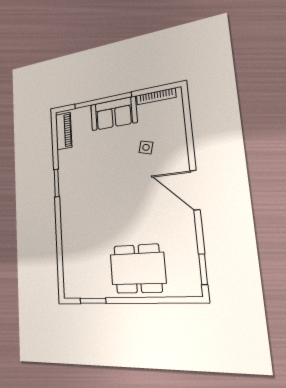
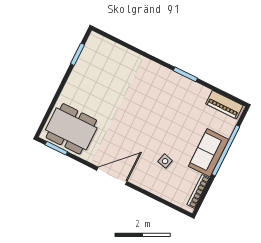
dining table: (138, 269) -> (71, 129), moved, turned 90

